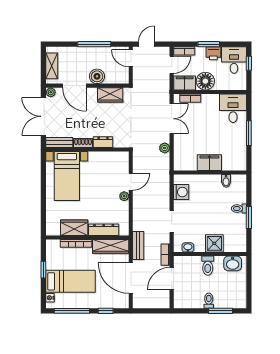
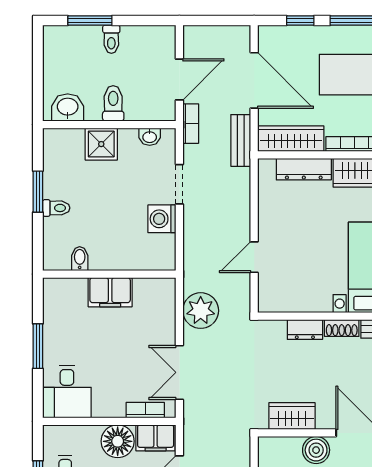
plant: (165, 148) -> (201, 311), width x1.88, depth x1.88
washing machine: (181, 192) -> (162, 219), moved
plant: (124, 196) -> (266, 231), removed

